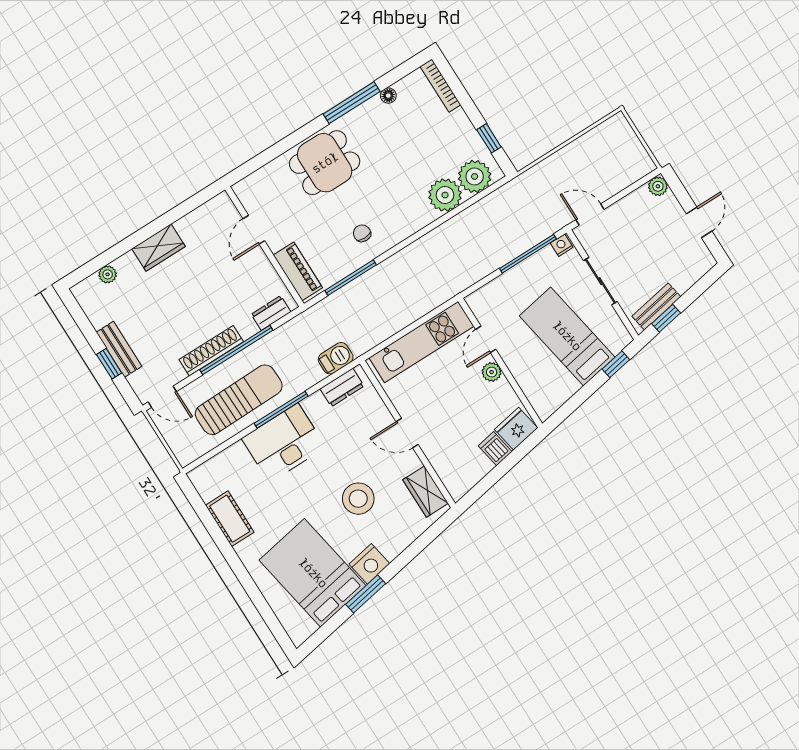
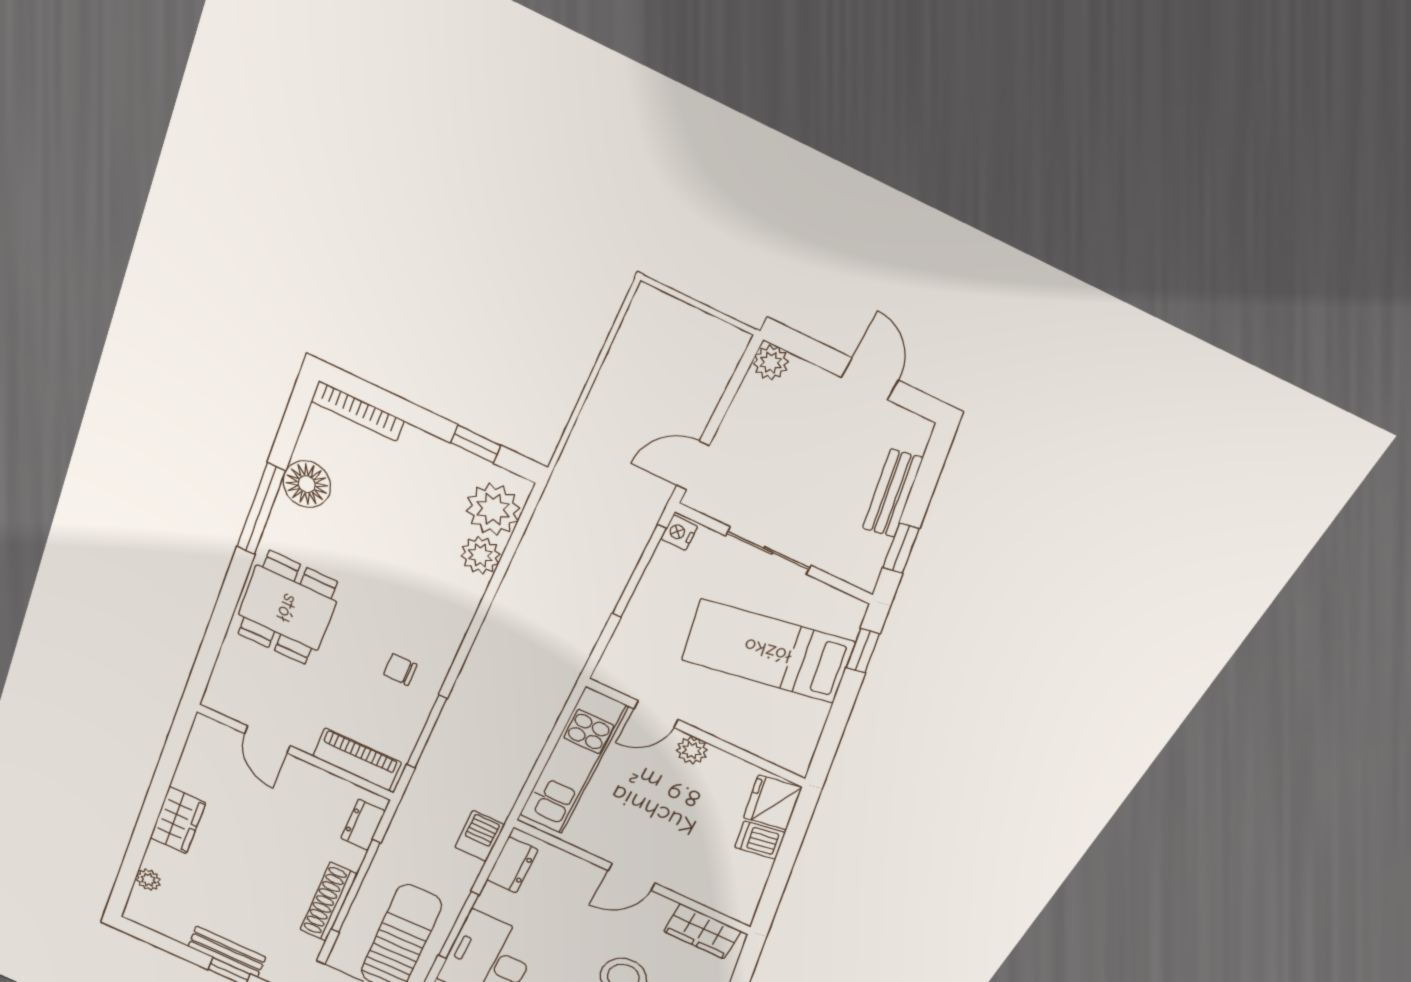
floor lamp: (388, 96) -> (307, 484), width x1.89, depth x1.89
plant: (445, 195) -> (480, 555), width x0.73, depth x0.73
bench: (656, 306) -> (892, 493), moved
door: (486, 339) -> (656, 714), hinge flipped

